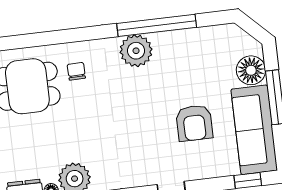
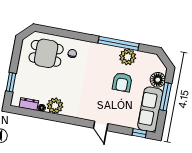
plant: (136, 51) -> (128, 57), moved
armchair: (194, 123) -> (122, 82), moved

